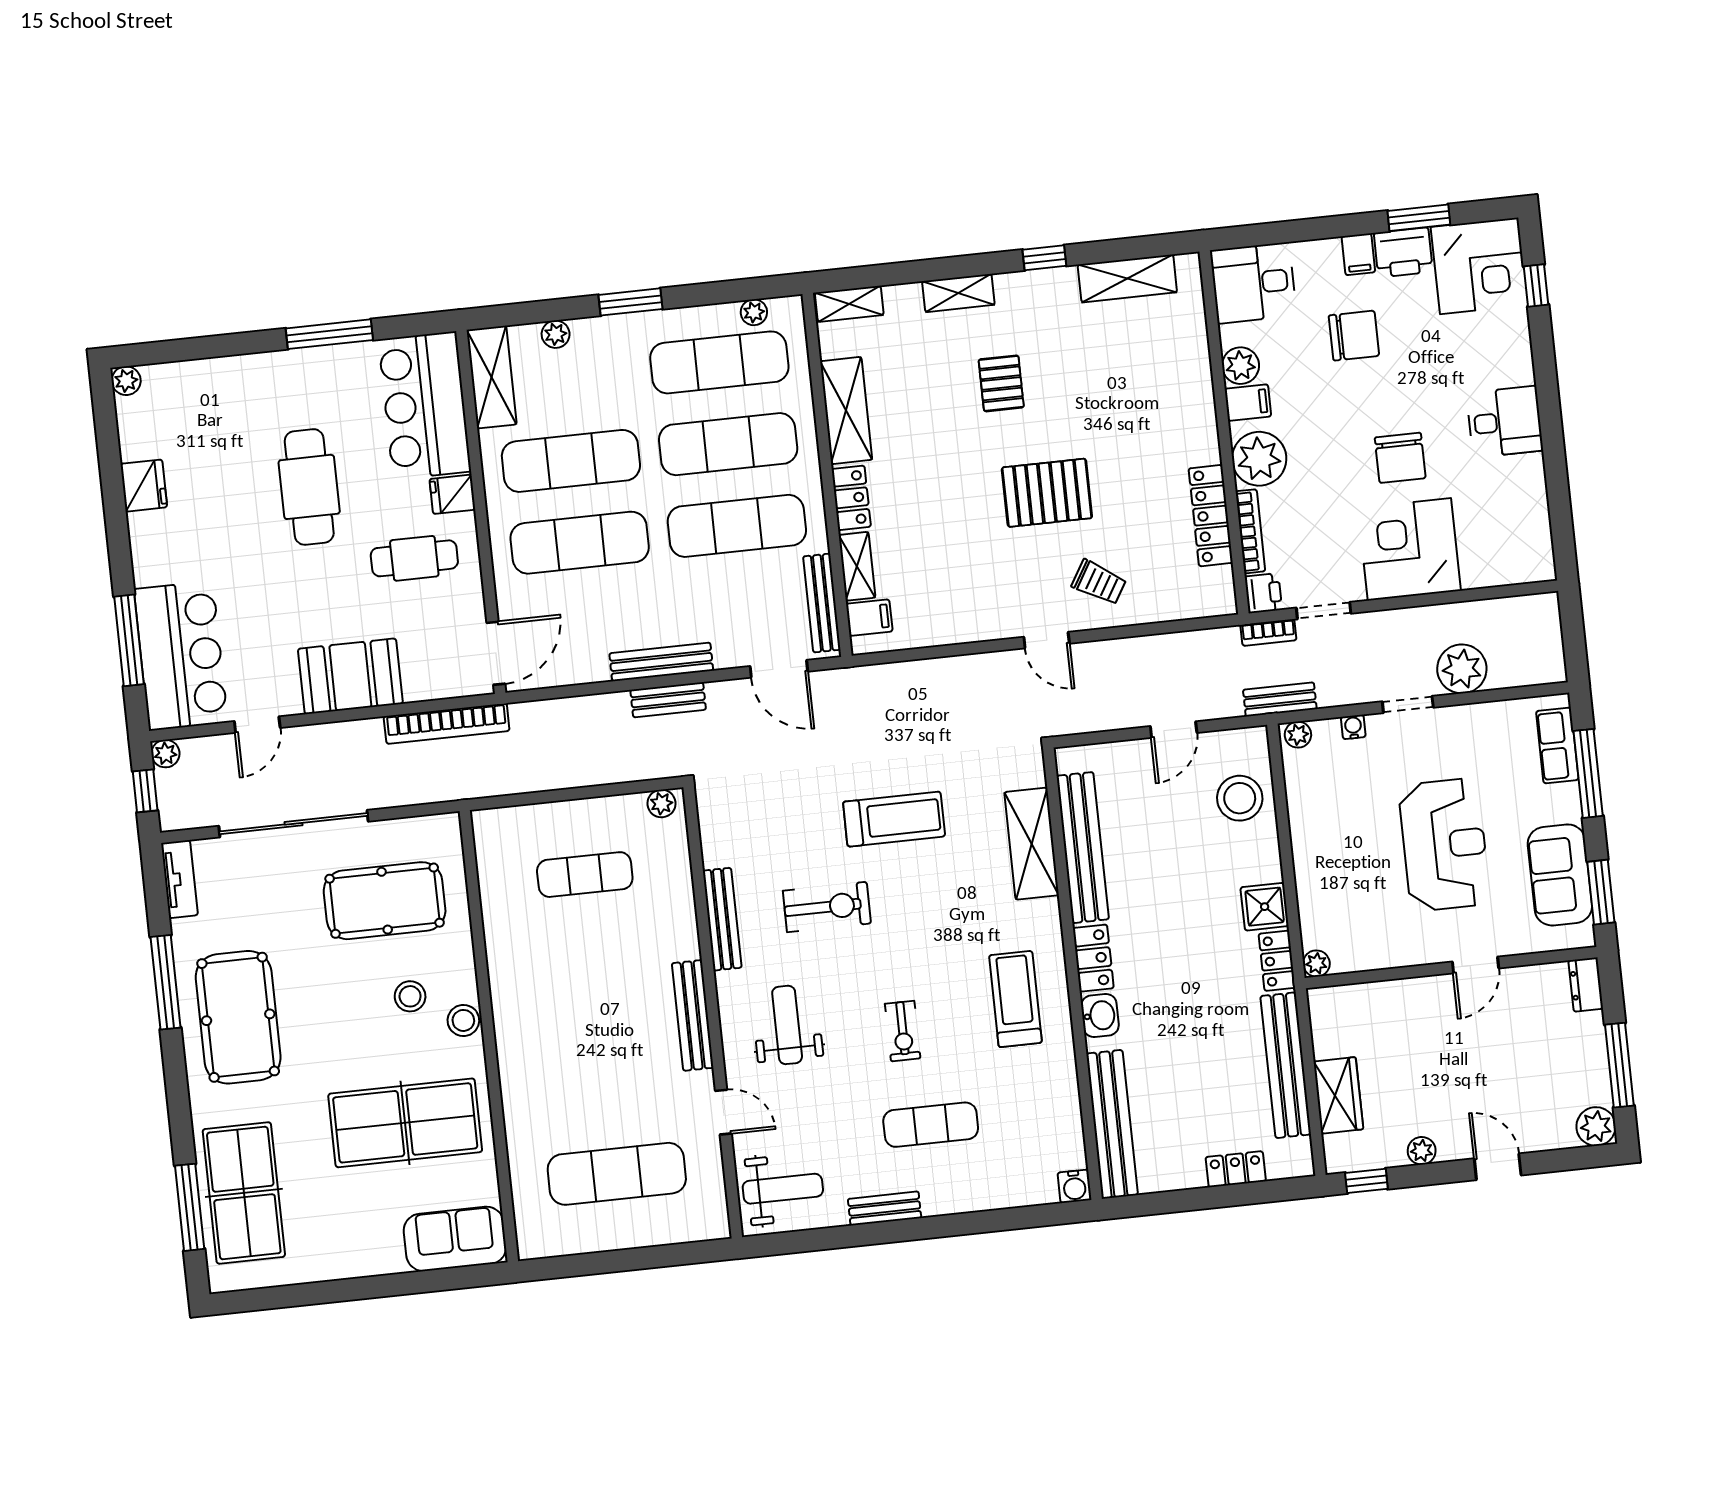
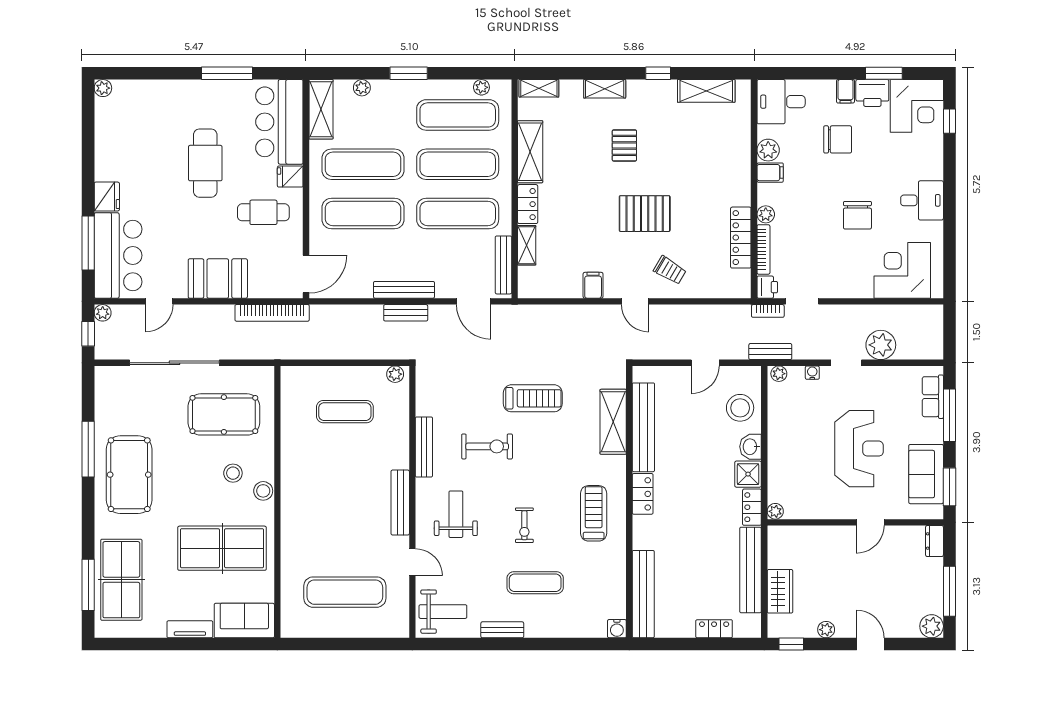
plant: (1259, 459) -> (766, 214), width x0.53, depth x0.53
fridge: (144, 486) -> (107, 197), moved
corner desk: (1409, 549) -> (902, 270), moved
filing cabinet: (869, 618) -> (593, 285), moved, turned -90
tv unit: (179, 879) -> (190, 629), moved, turned -90
washbasin: (1100, 1015) -> (751, 447), moved, turned 180

